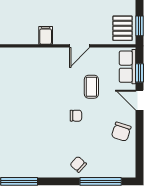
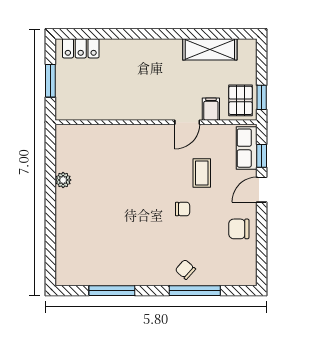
filing cabinet: (46, 35) -> (211, 109), moved
door: (140, 100) -> (262, 190), hinge flipped
chair: (121, 132) -> (239, 229), turned 72
window: (101, 181) -> (195, 291), moved

